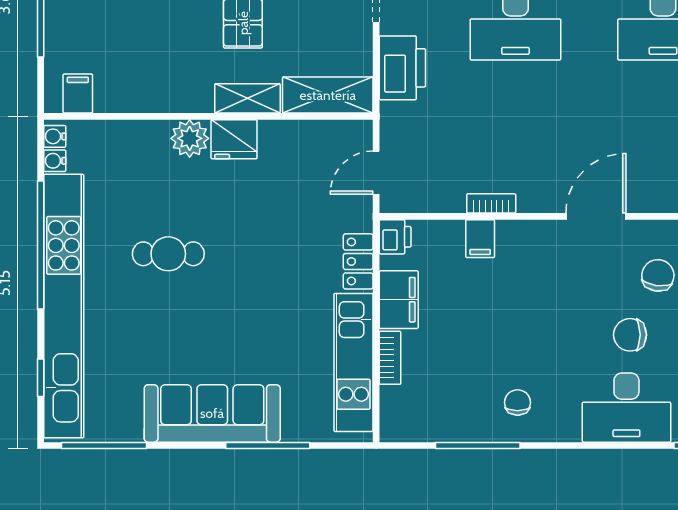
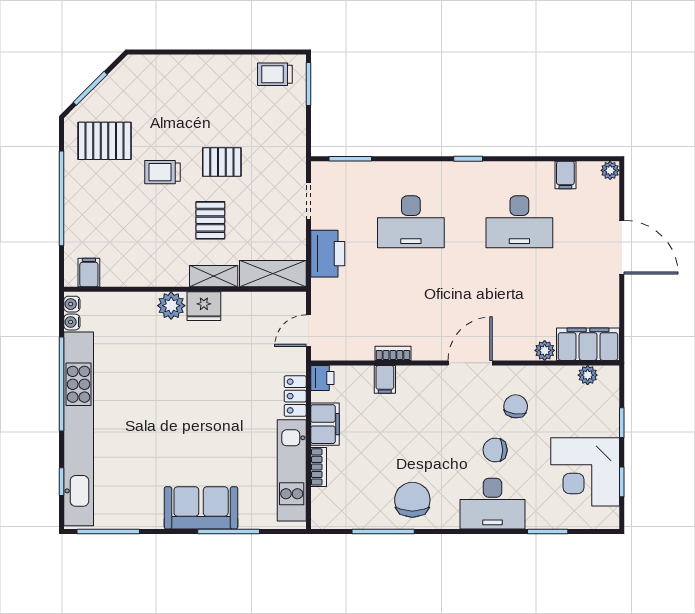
cafe table: (168, 254) -> (155, 390), removed
chair: (518, 402) -> (412, 500), width x1.87, depth x1.87
sofa: (212, 413) -> (201, 508), width x0.73

